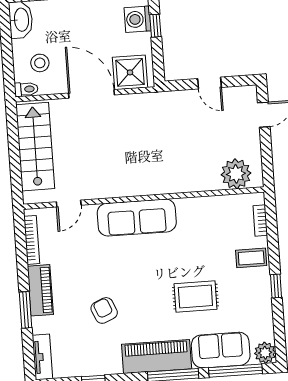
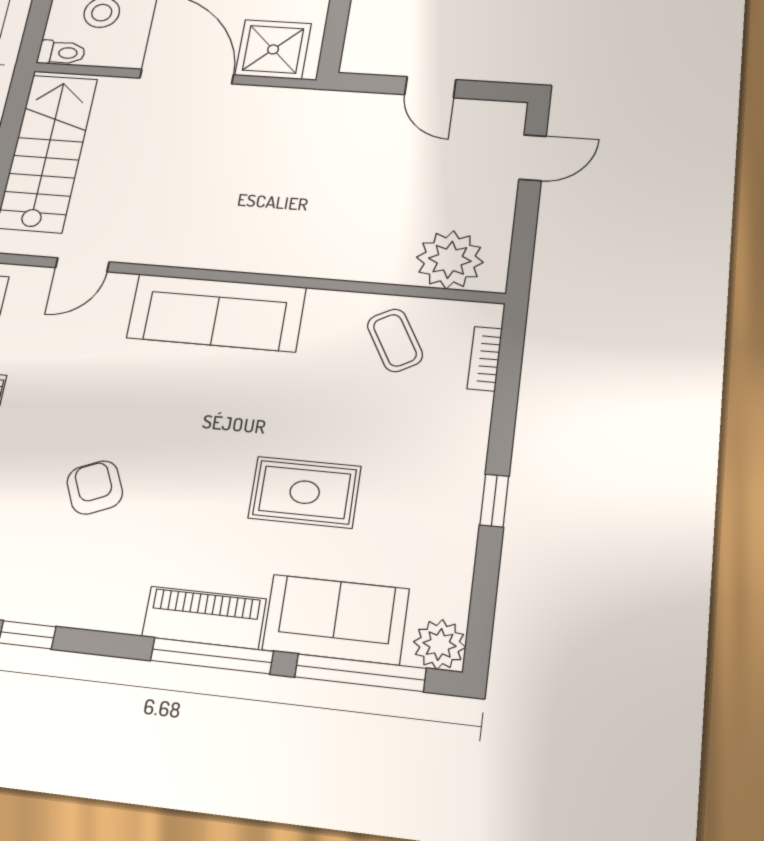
coffee table: (251, 258) -> (395, 340), moved, turned 61
piano: (157, 357) -> (204, 618), width x0.73, depth x0.75

